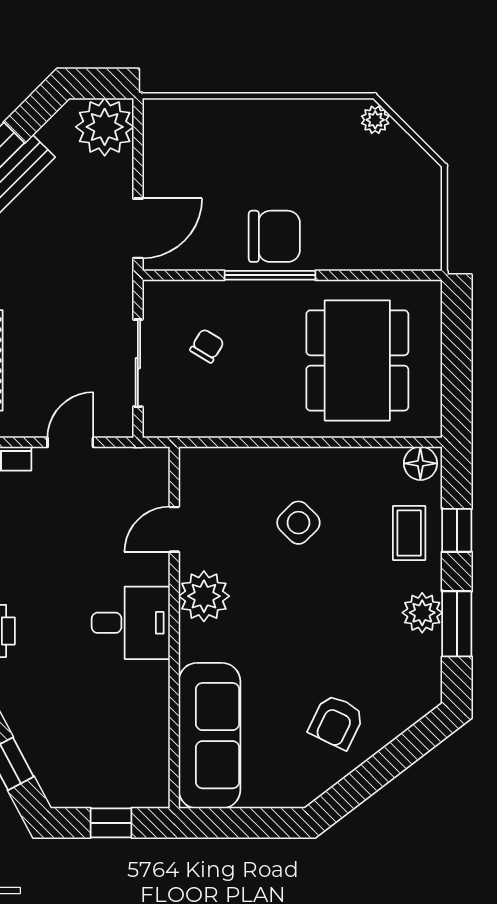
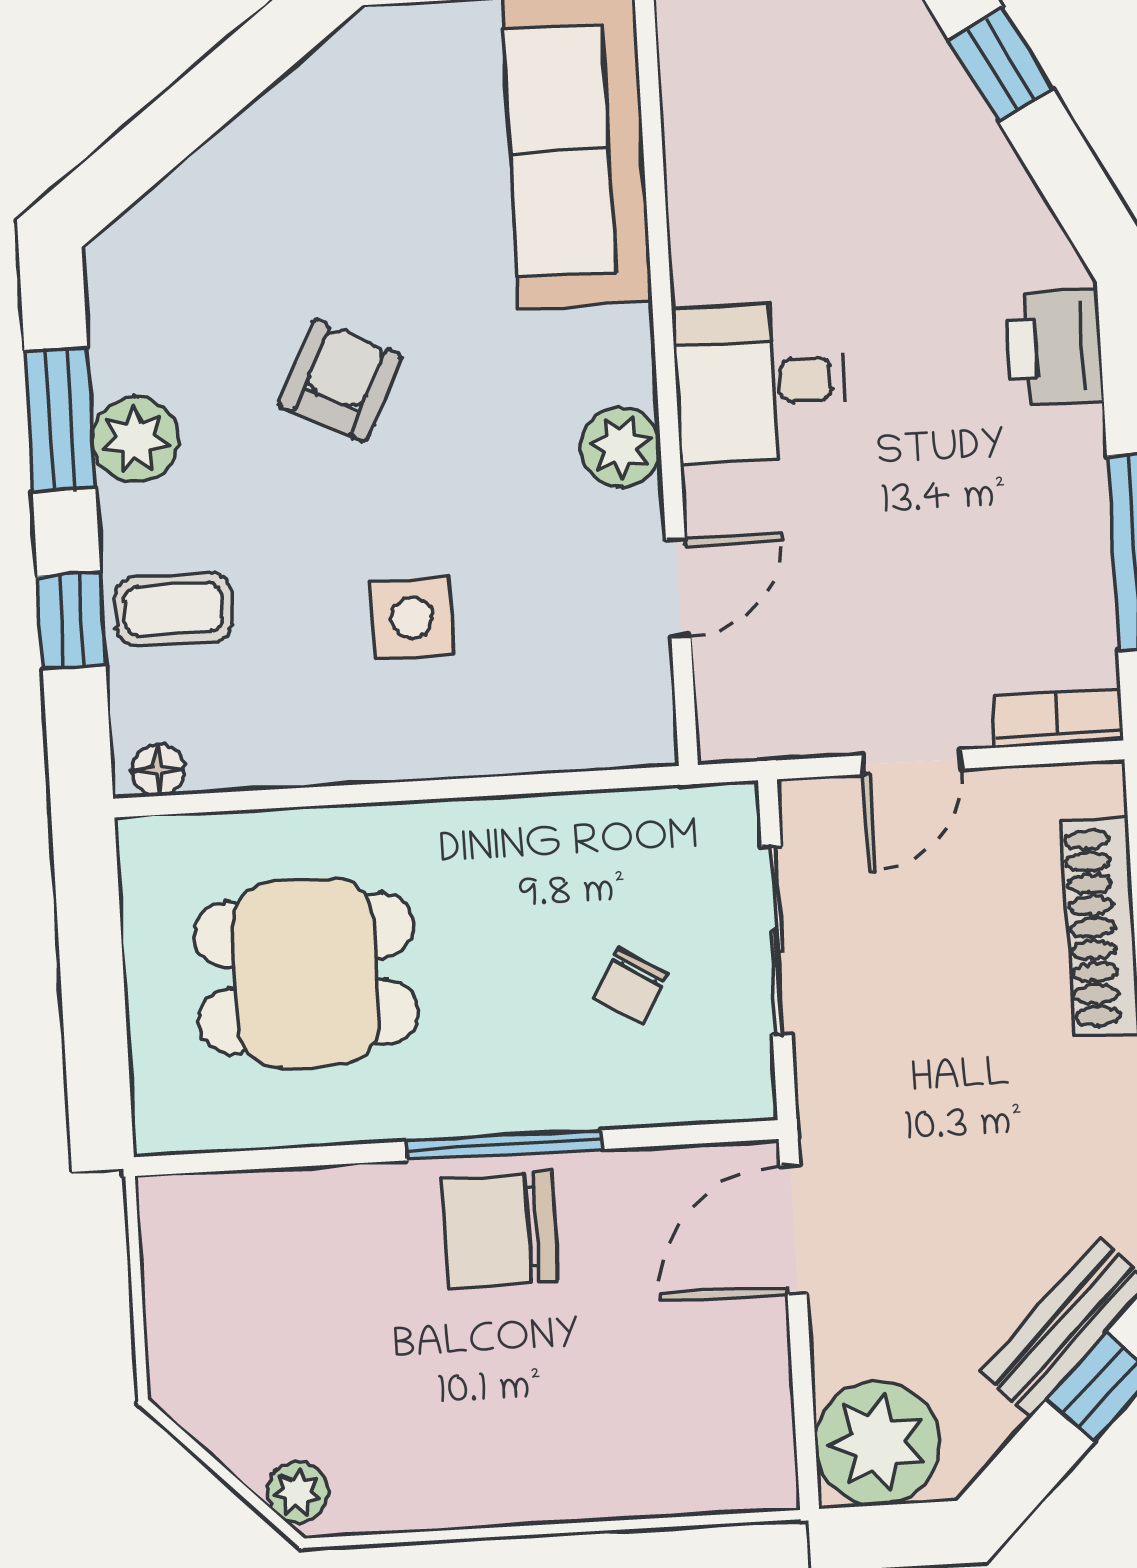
dining table: (357, 360) -> (306, 973), width x0.73
floor lamp: (420, 463) -> (158, 770), width x0.73, depth x0.73
side table: (298, 523) -> (412, 618), turned 45
coffee table: (409, 533) -> (173, 609), turned 90
plant: (204, 596) -> (621, 447), width x0.73, depth x0.73
armchair: (336, 722) -> (340, 380), moved

